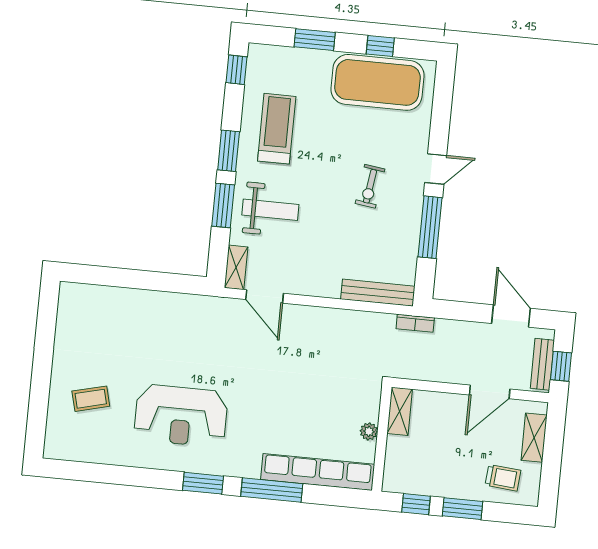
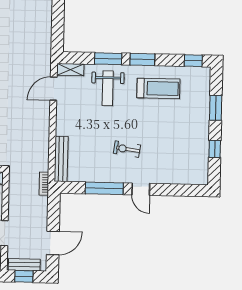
exercise mat: (377, 82) -> (192, 149), removed

